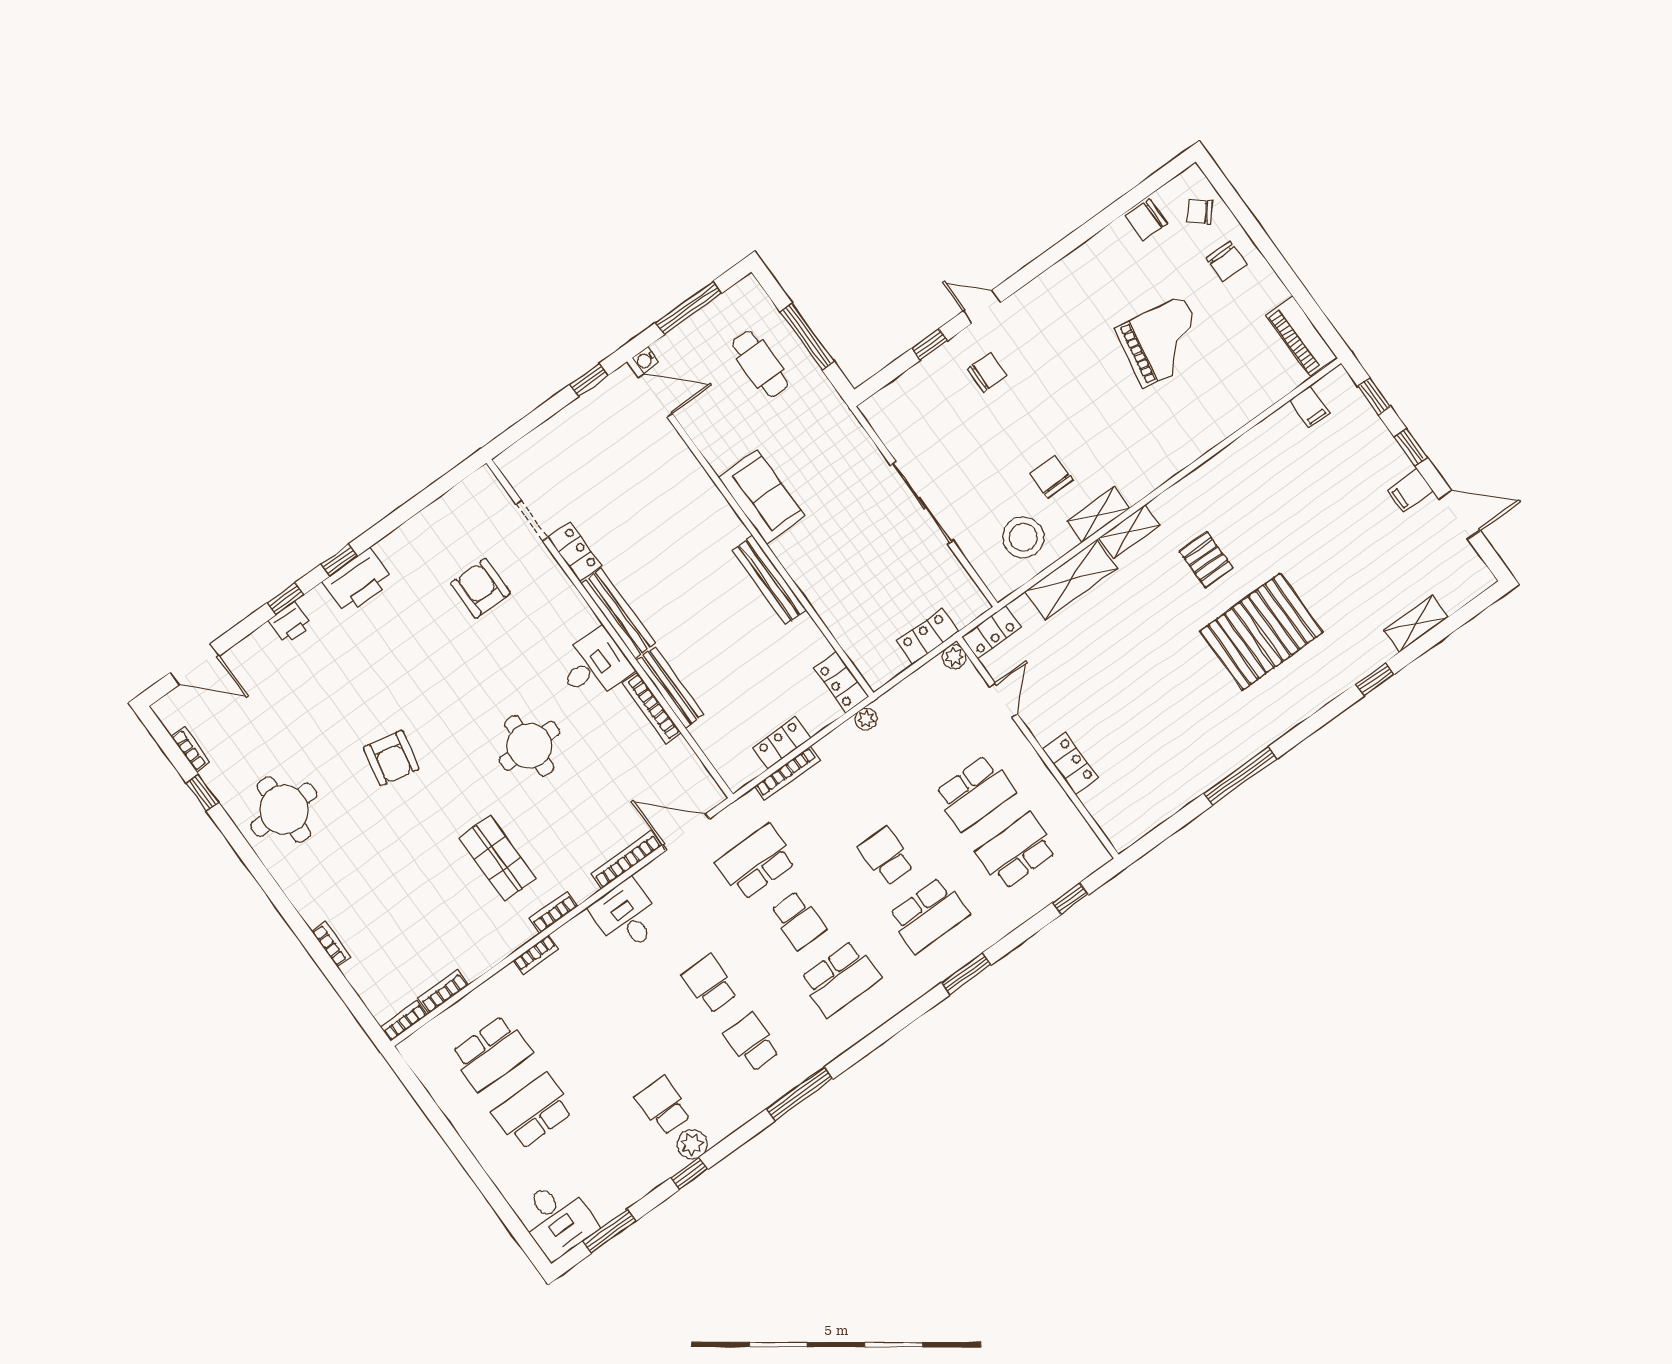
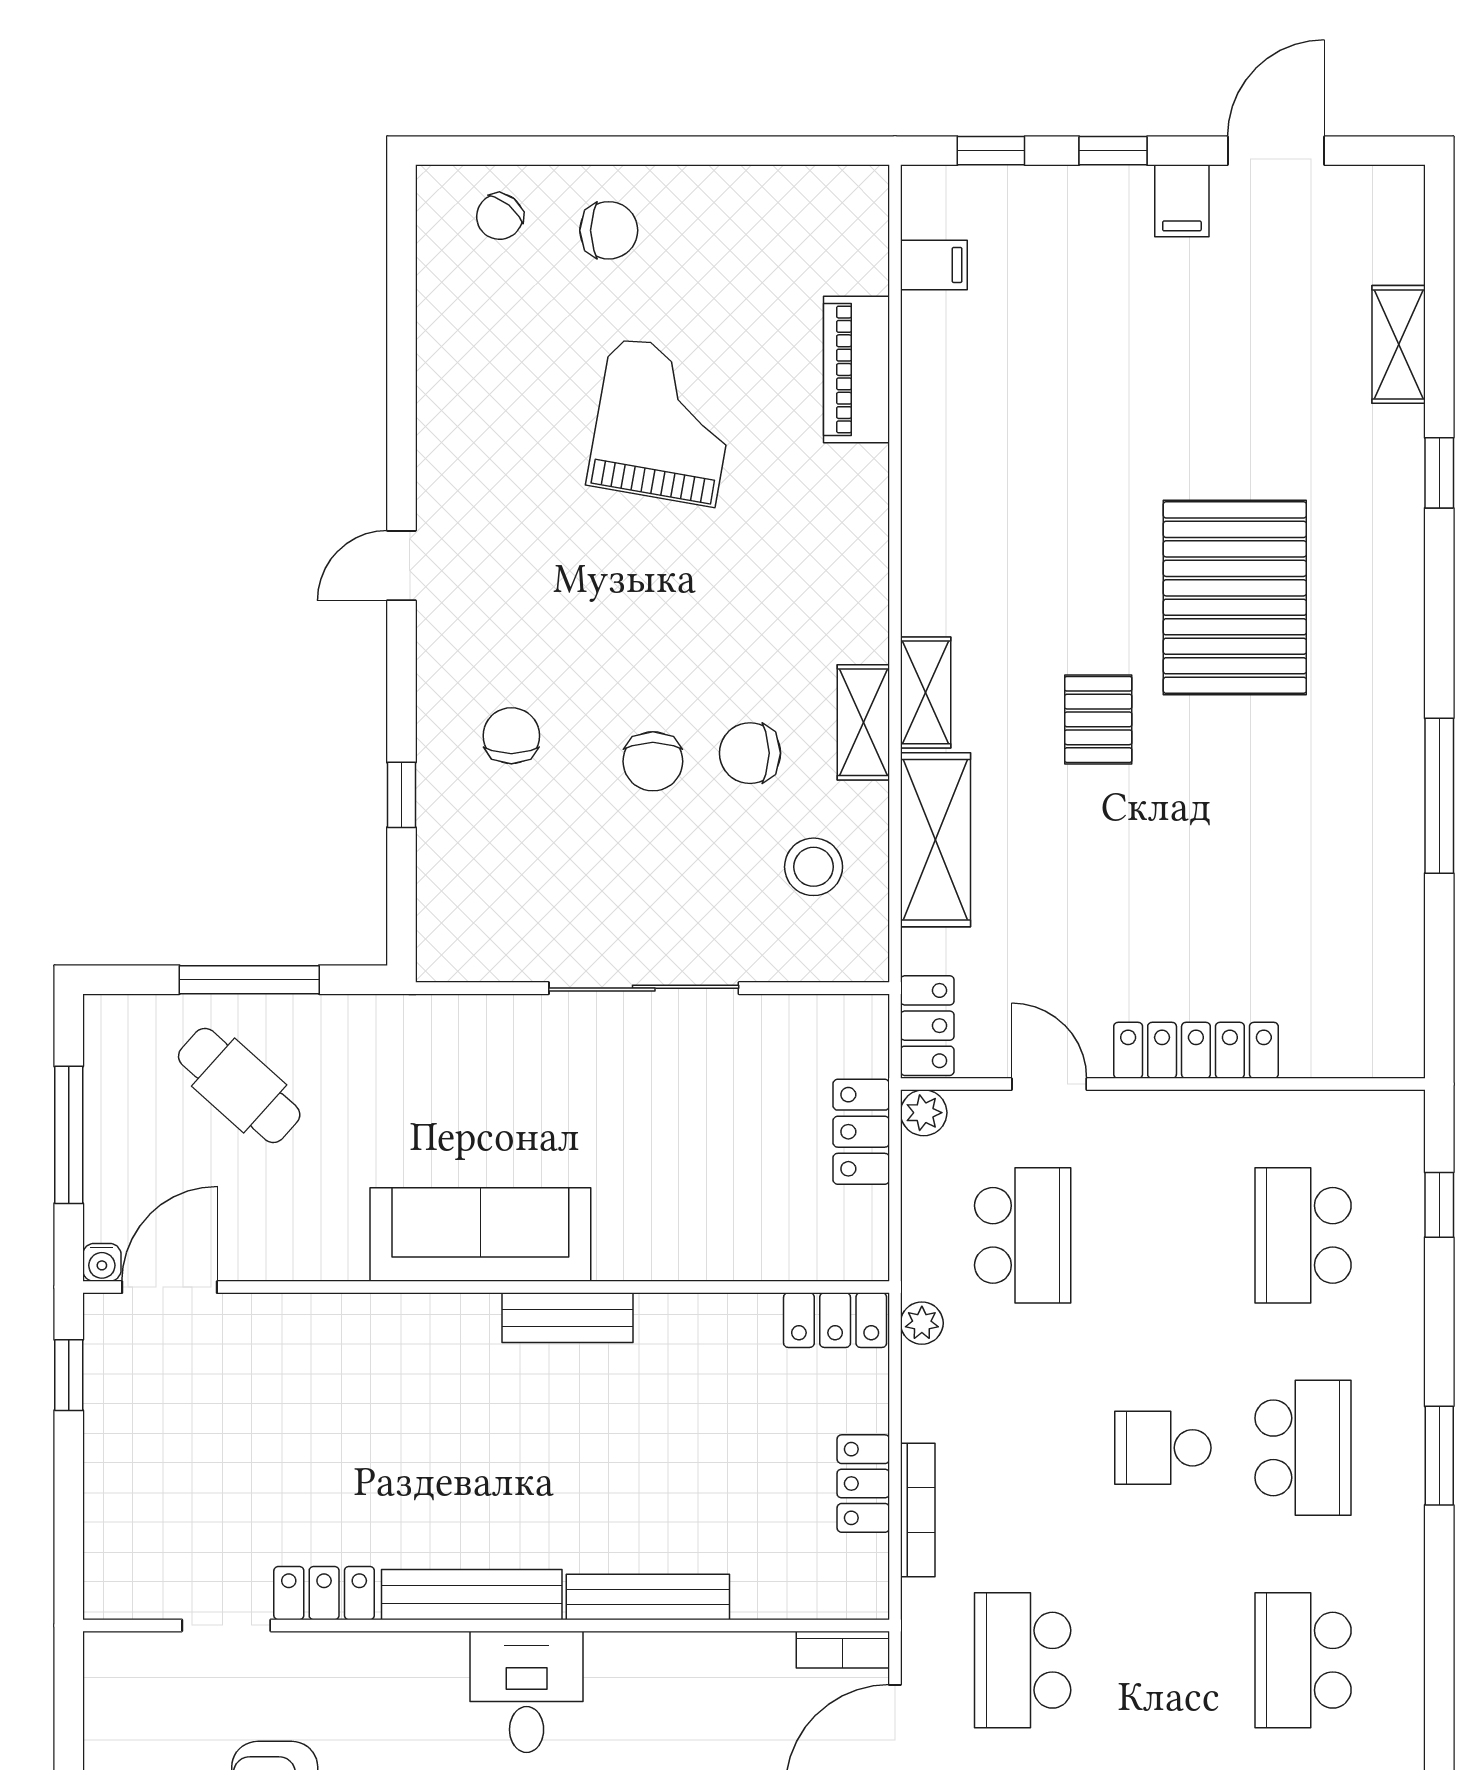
chair: (1146, 220) -> (653, 761), moved
door: (982, 307) -> (401, 566), moved
piano: (1301, 336) -> (856, 369), moved, turned 90
cafe table: (760, 364) -> (239, 1085), turned 42
sofa: (762, 497) -> (480, 1235), width x1.36
stool: (1023, 537) -> (814, 867), width x0.73, depth x0.73
pallet: (1206, 560) -> (1098, 719), moved, turned 90
bench: (769, 580) -> (567, 1318), width x0.73
bookcase: (652, 708) -> (843, 1650), moved, width x0.64
locker: (1070, 763) -> (1196, 1050), width x1.53
school desk: (975, 793) -> (1023, 1235), moved
school desk: (798, 920) -> (1163, 1660), removed
school desk: (840, 979) -> (1303, 1660), turned 180

